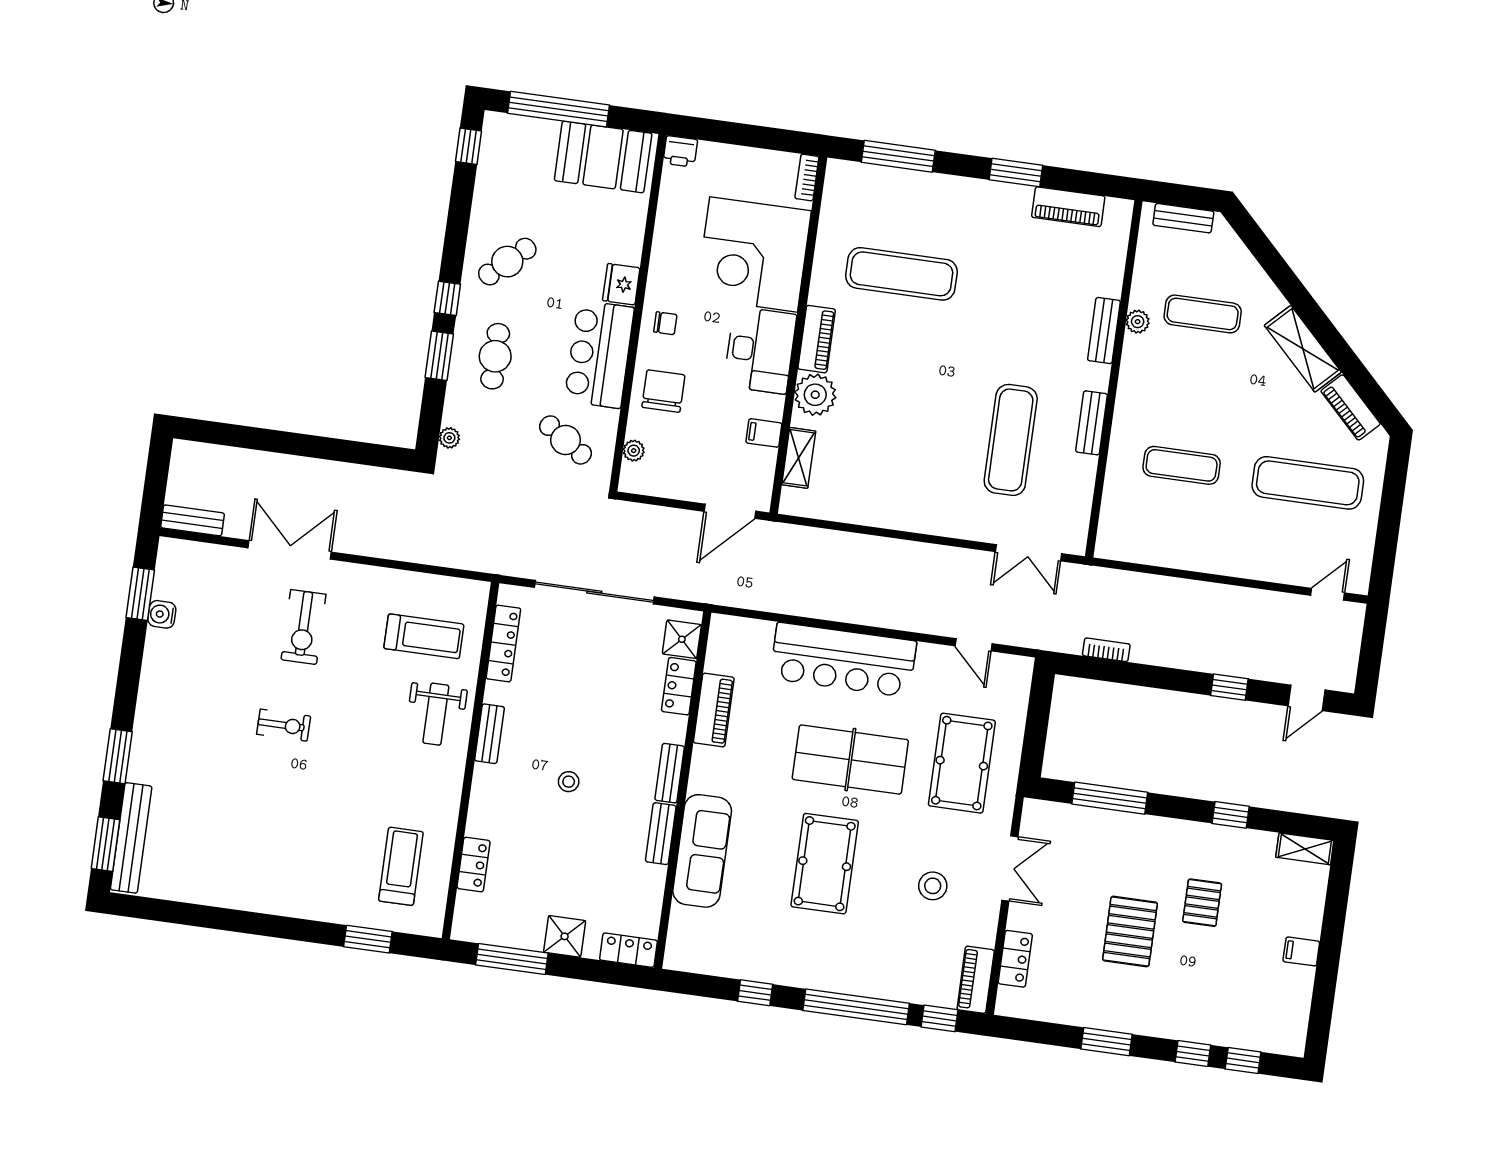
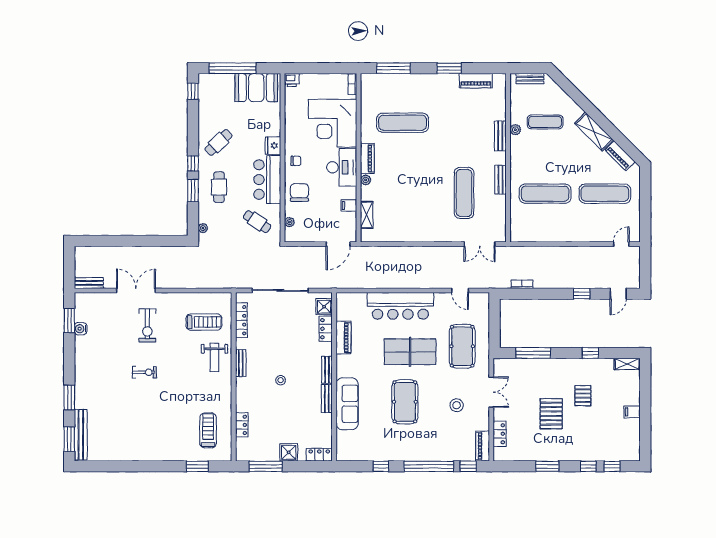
plant: (815, 395) -> (366, 180), width x0.53, depth x0.53
exercise mat: (1182, 465) -> (545, 194), width x1.36, depth x1.45

